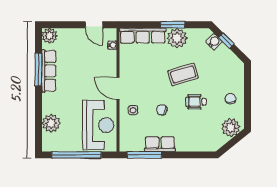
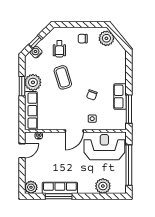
wheelchair: (196, 102) -> (59, 49), moved

